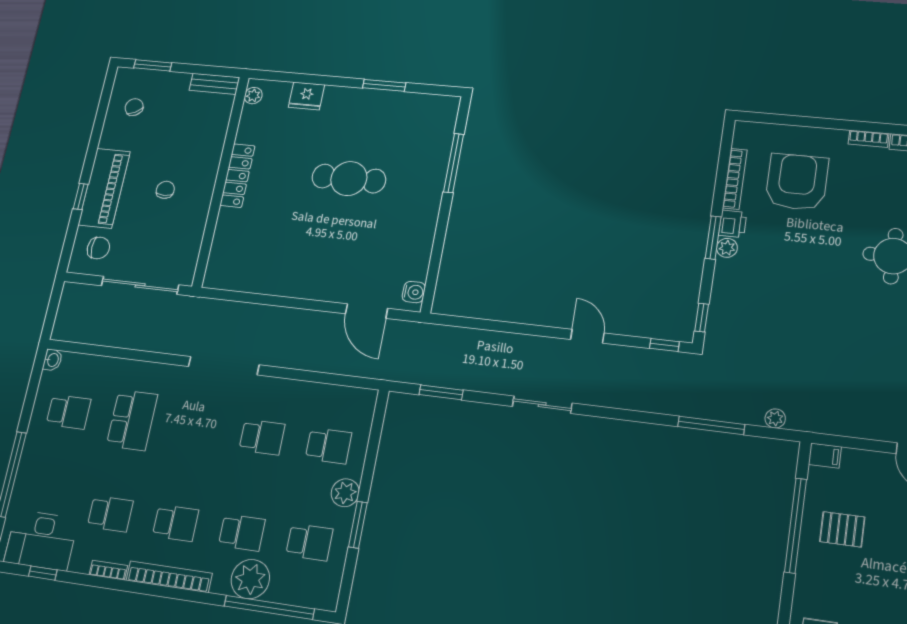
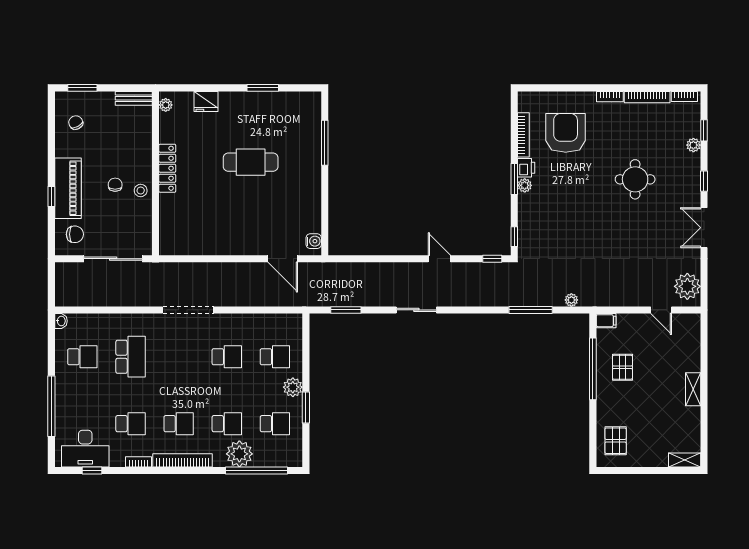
stool: (196, 201) -> (141, 191), added
pallet: (842, 529) -> (622, 367), turned 90

